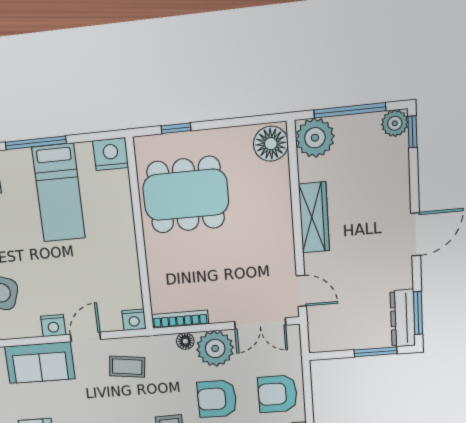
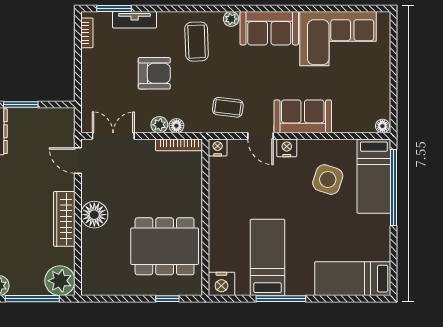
floor lamp: (271, 144) -> (94, 215), moved
door: (86, 337) -> (260, 136), hinge flipped
plant: (215, 348) -> (159, 125), width x0.53, depth x0.53
armchair: (278, 394) -> (103, 74), removed

